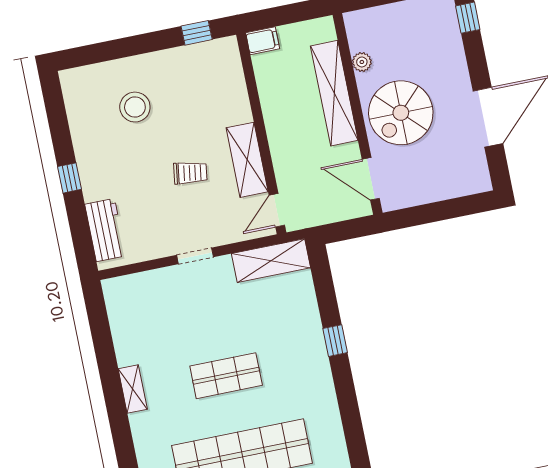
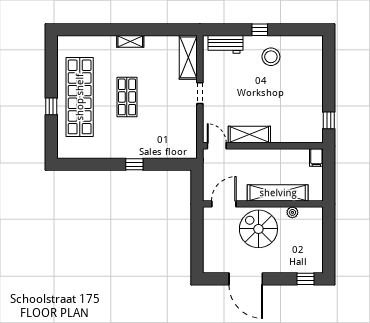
stool: (135, 107) -> (271, 57), moved
trolley: (190, 173) -> (248, 100), removed
shelving: (271, 261) -> (188, 57), moved

